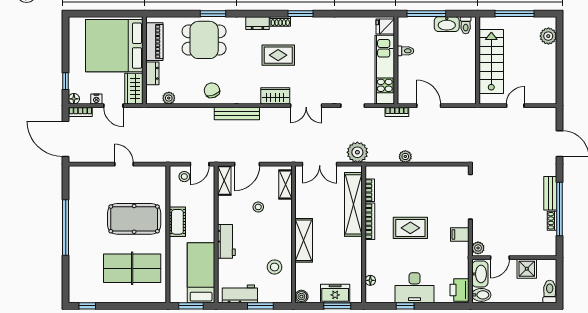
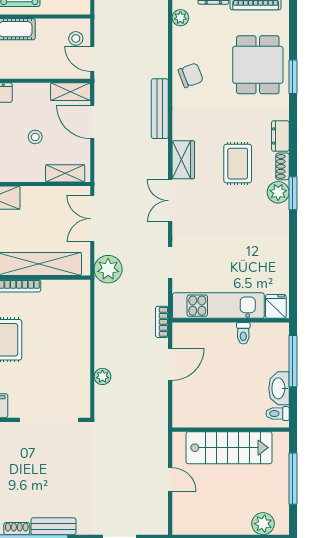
plant: (300, 25) -> (278, 192), added
plant: (405, 156) -> (102, 376), moved
bookcase: (370, 190) -> (57, 286), removed

